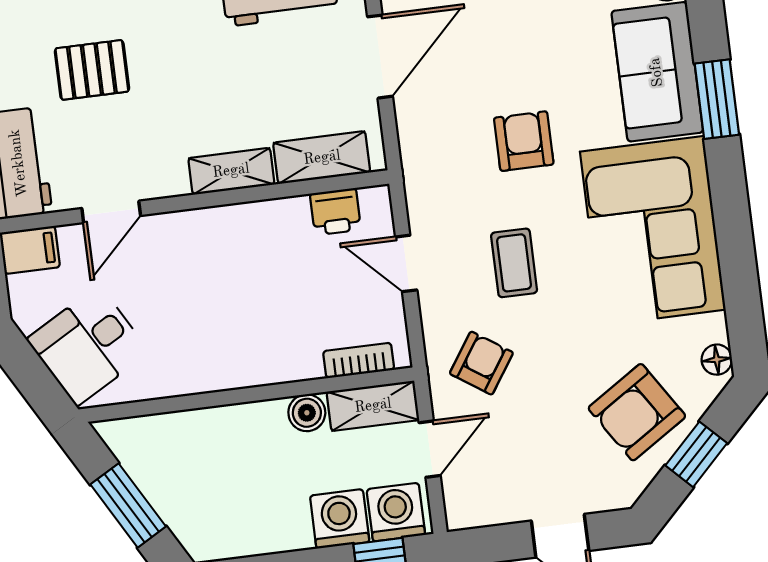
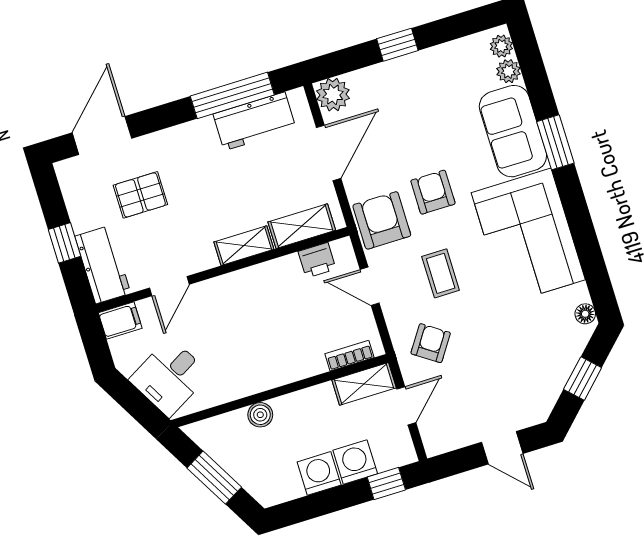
armchair: (637, 412) -> (382, 220), moved, turned 123
boiler: (307, 413) -> (260, 415), moved
washing machine: (396, 512) -> (319, 473), moved

